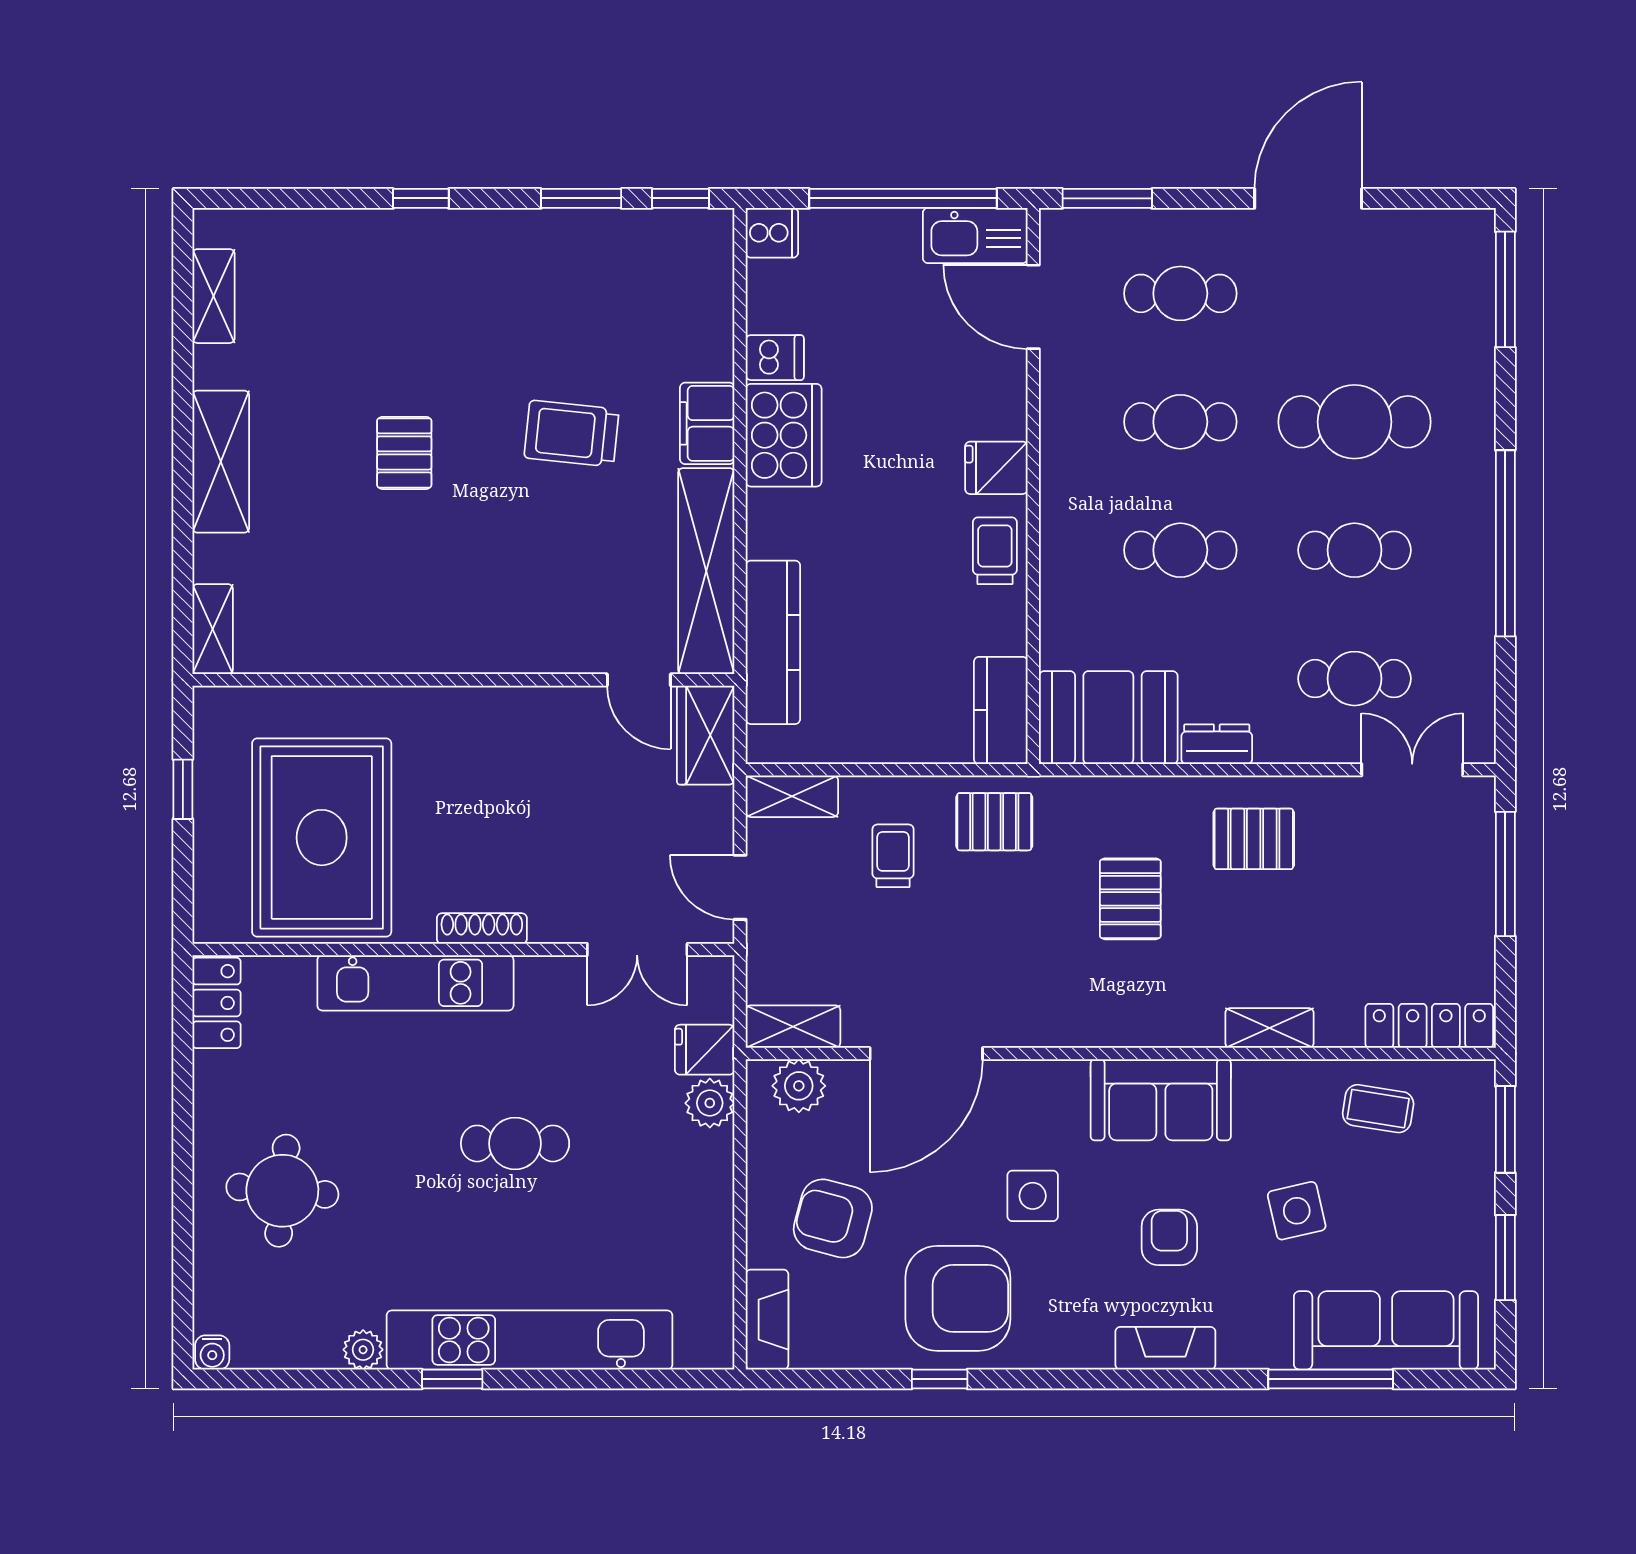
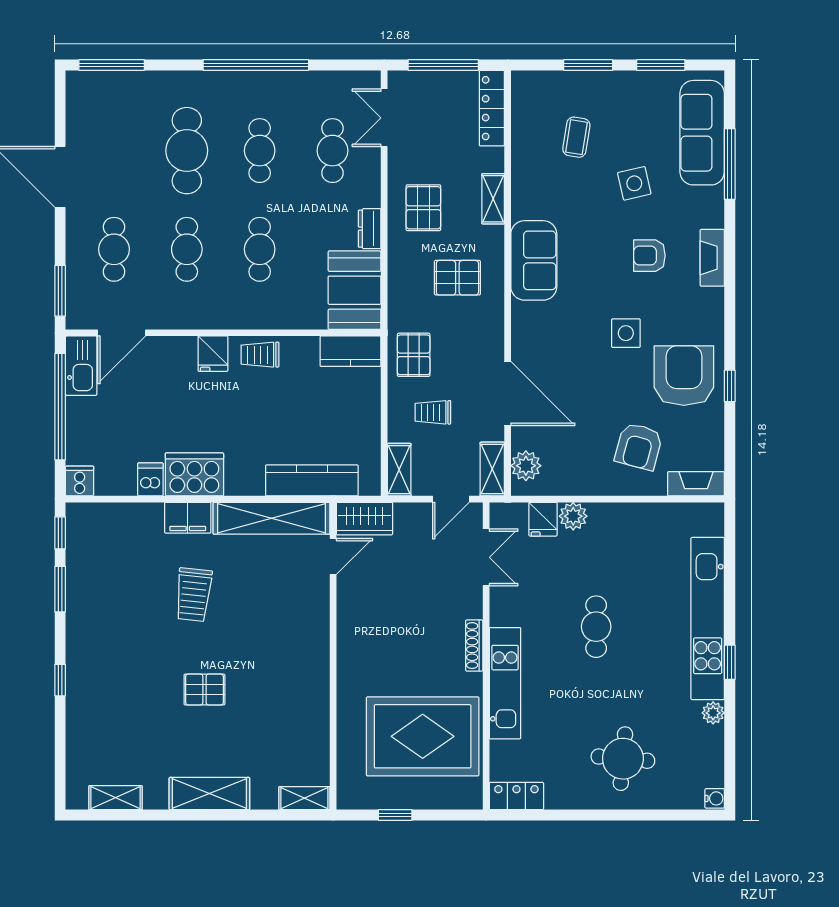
locker: (1429, 1026) -> (492, 108), moved
shelving: (793, 1027) -> (492, 469), moved
shelving: (1269, 1028) -> (493, 199), moved
door: (926, 1054) -> (508, 393), moved
wall: (1121, 1054) -> (508, 283), moved
plant: (799, 1086) -> (526, 466), moved
sofa: (1161, 1100) -> (534, 260), moved

